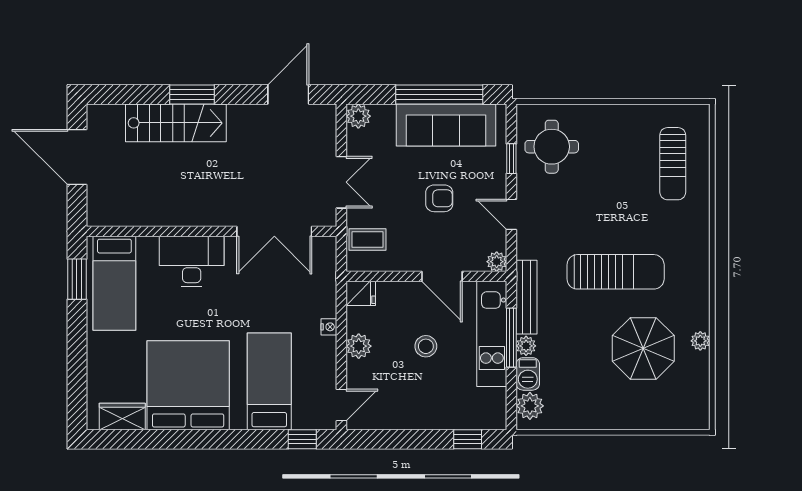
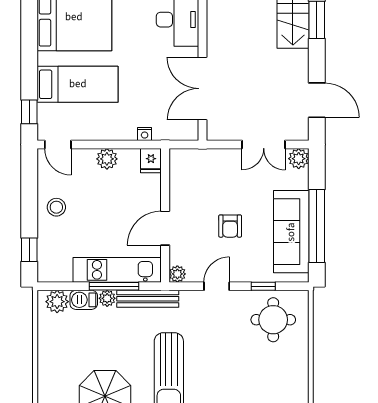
double door: (341, 182) -> (264, 144), moved
coffee table: (368, 239) -> (196, 166), removed
nightstand: (329, 327) -> (145, 134), moved
stool: (426, 346) -> (56, 207), moved

